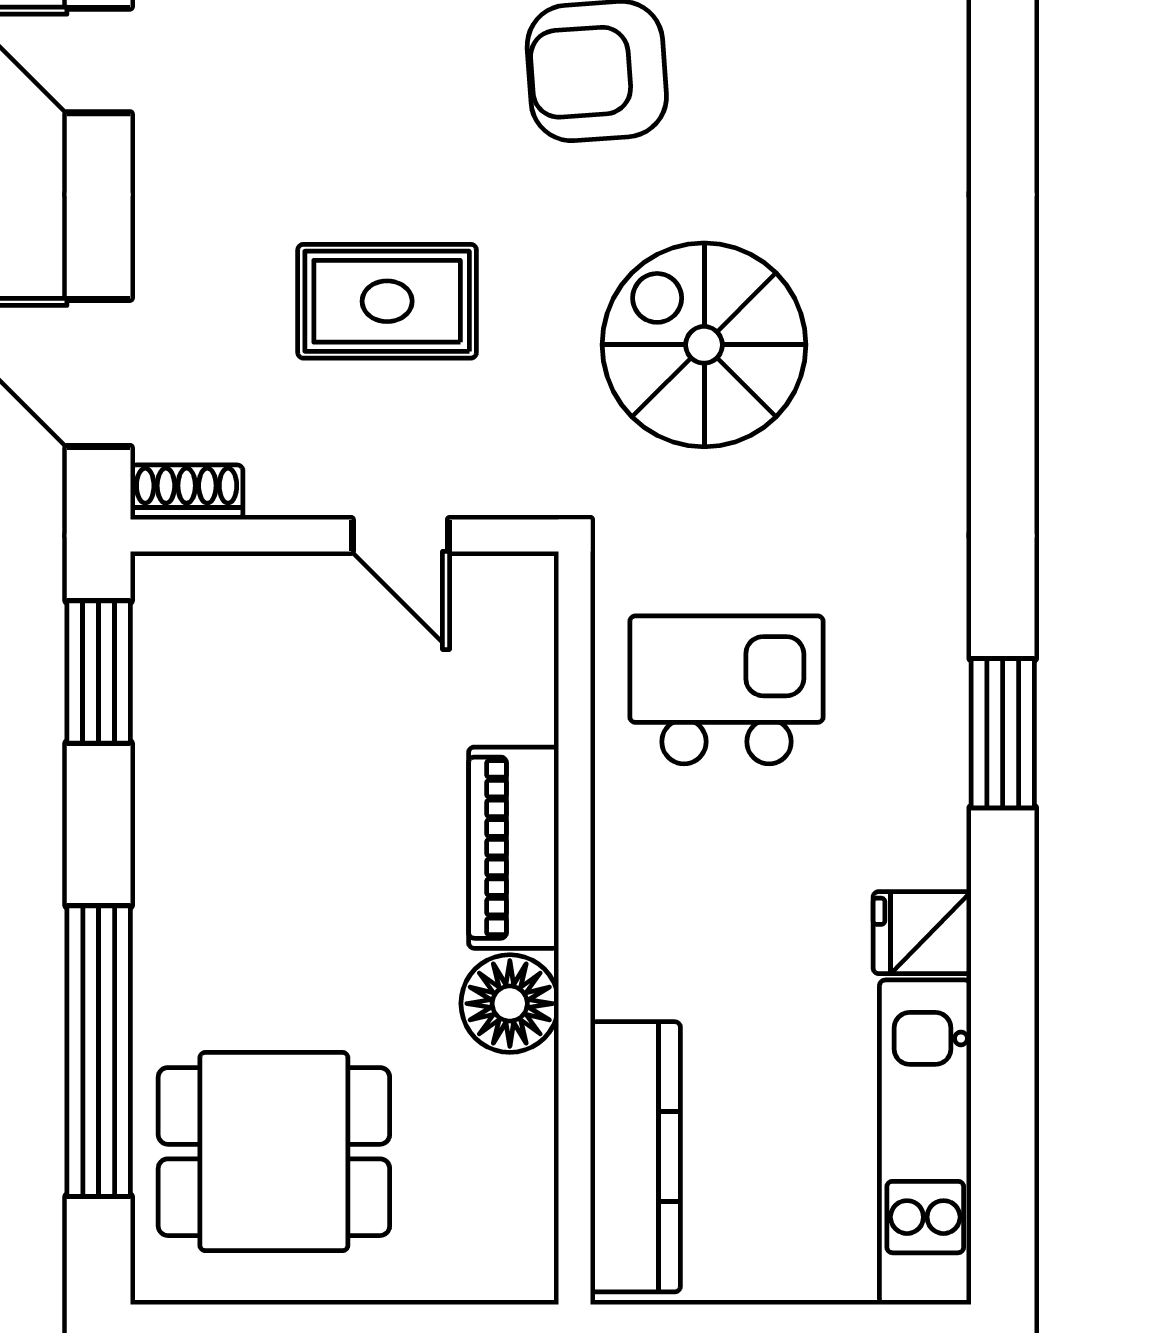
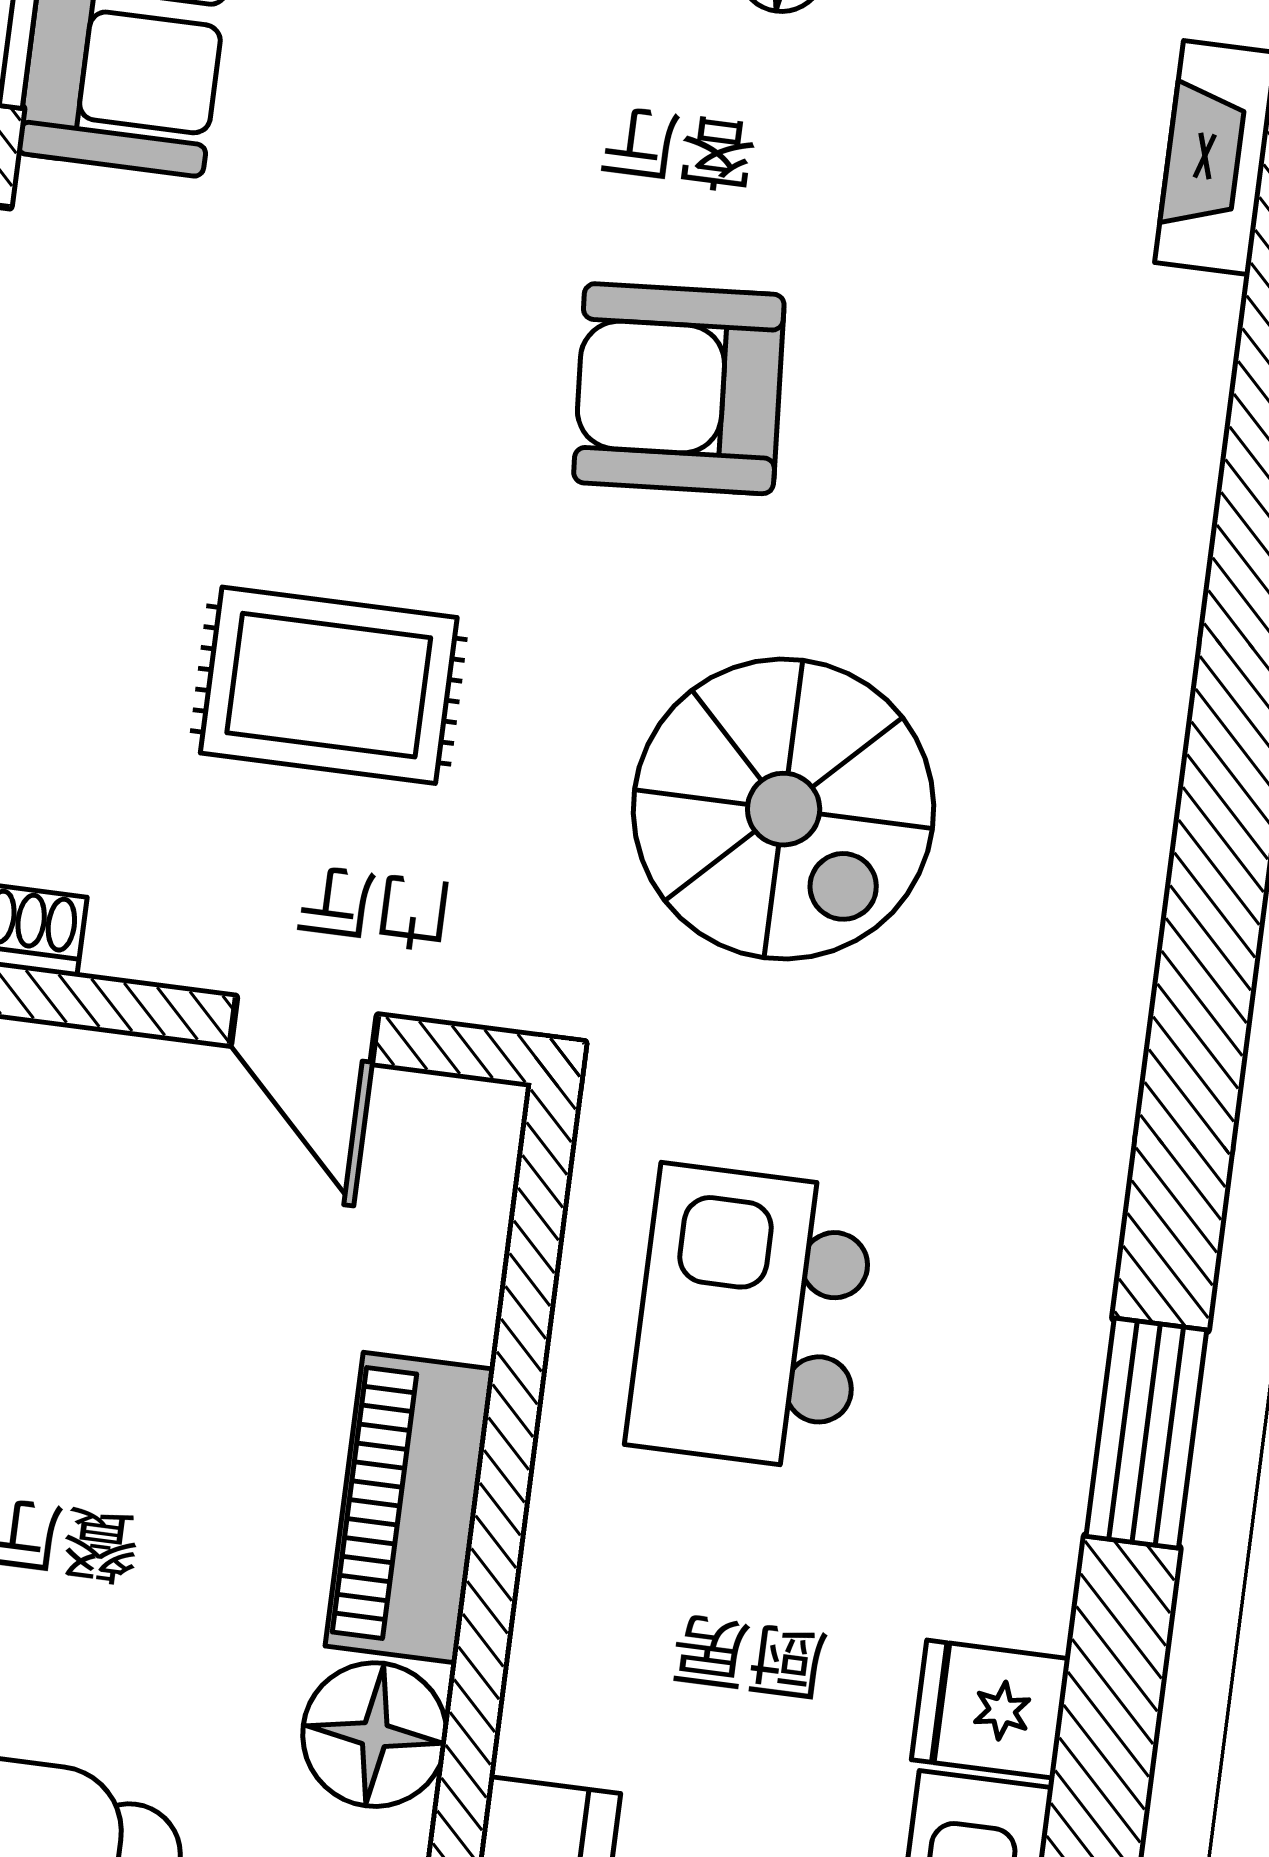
spiral stairs: (704, 345) -> (784, 809), turned 180
kitchen island: (726, 690) -> (751, 1317), turned -90

